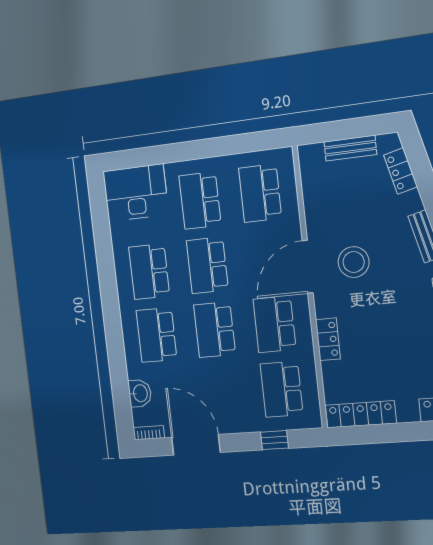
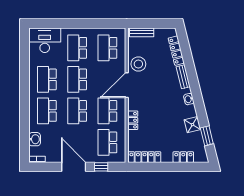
bench: (350, 148) -> (142, 32), moved
locker: (401, 171) -> (176, 51), width x1.53
stool: (354, 262) -> (138, 64), moved
door: (196, 445) -> (74, 167), moved

